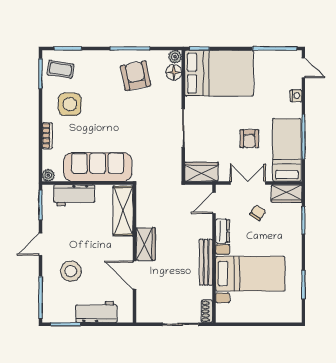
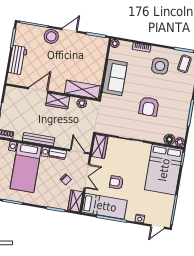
armchair: (136, 76) -> (149, 106), moved, turned 101
sofa: (98, 167) -> (115, 78), width x0.73
workbench: (74, 195) -> (99, 59), removed
plant: (143, 208) -> (82, 103), added
door: (40, 244) -> (69, 30), hinge flipped
stool: (71, 271) -> (51, 36), moved

